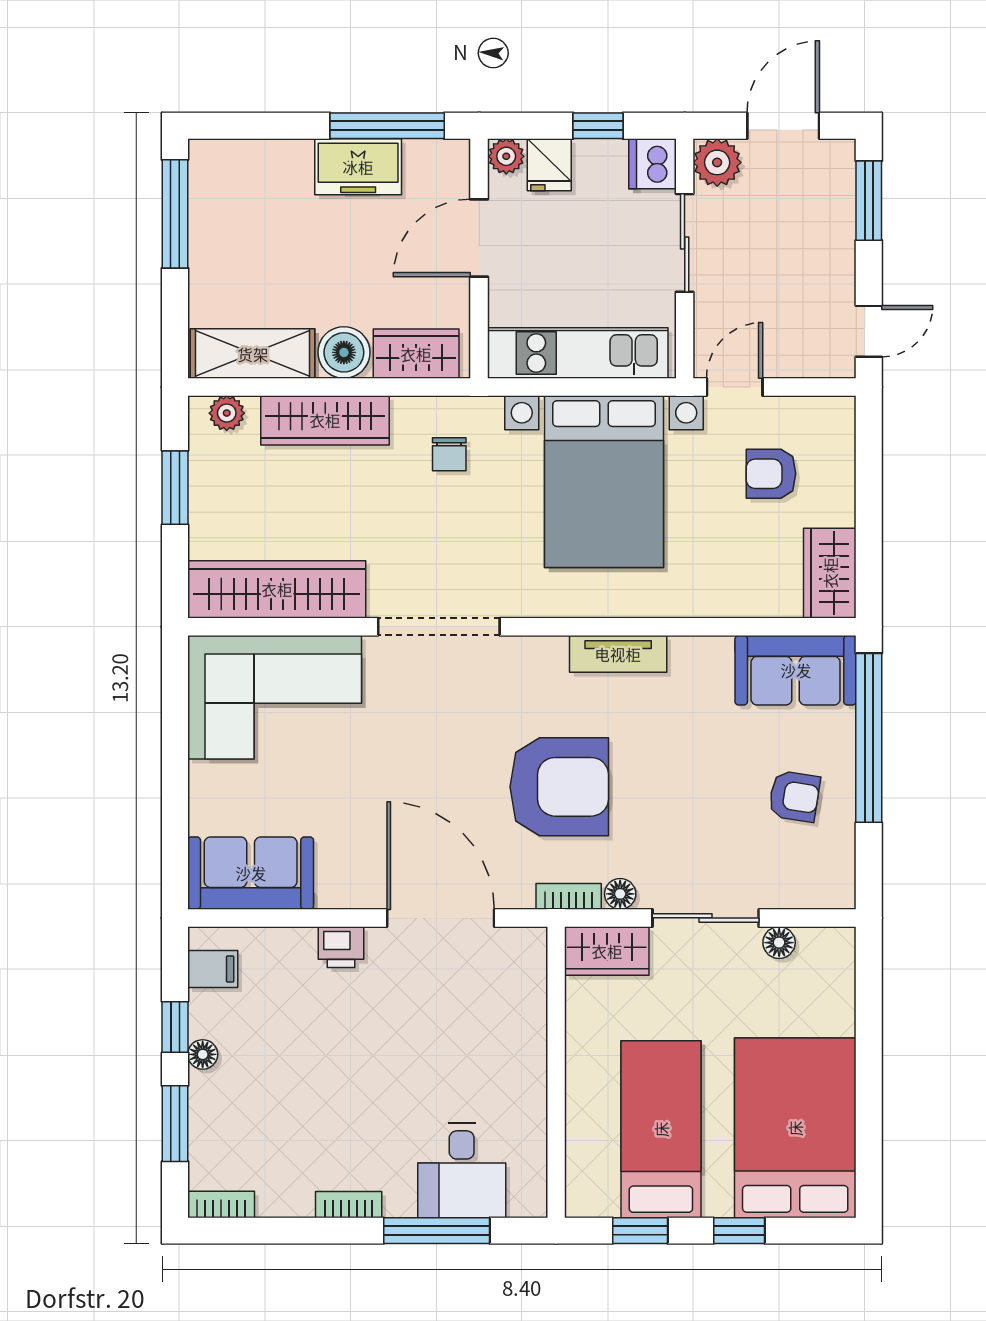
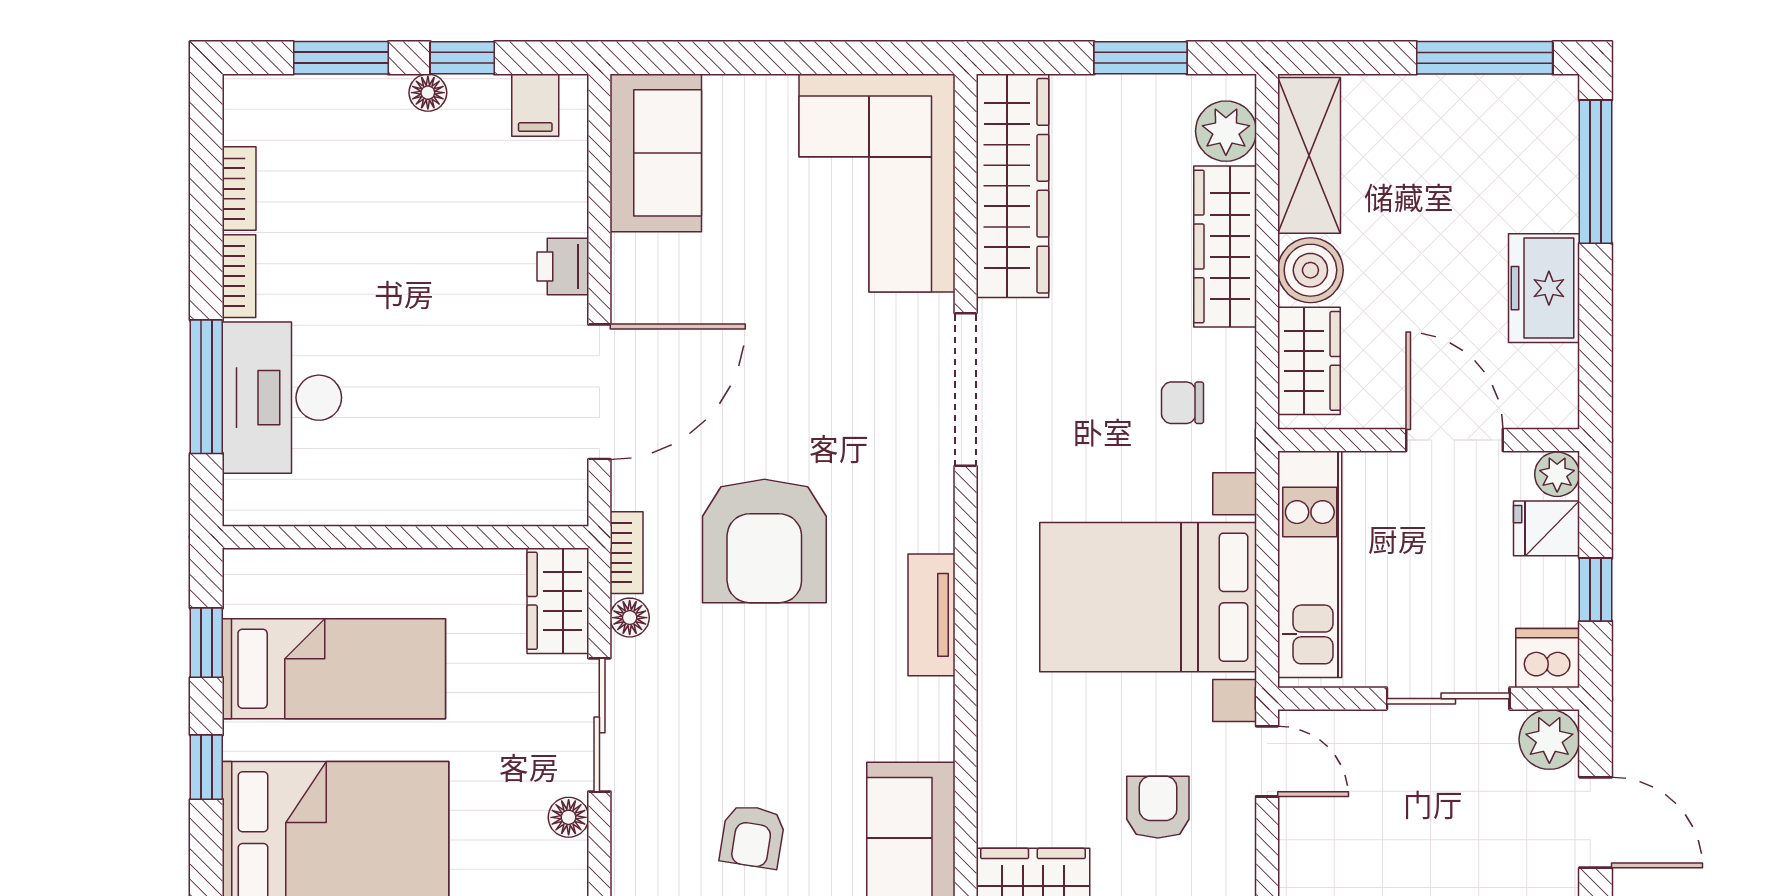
window: (387, 126) -> (1596, 172), moved
plant: (227, 413) -> (1226, 131), width x1.38, depth x1.38
desk: (462, 1170) -> (282, 398), width x1.37
bookcase: (221, 1204) -> (239, 189), moved

